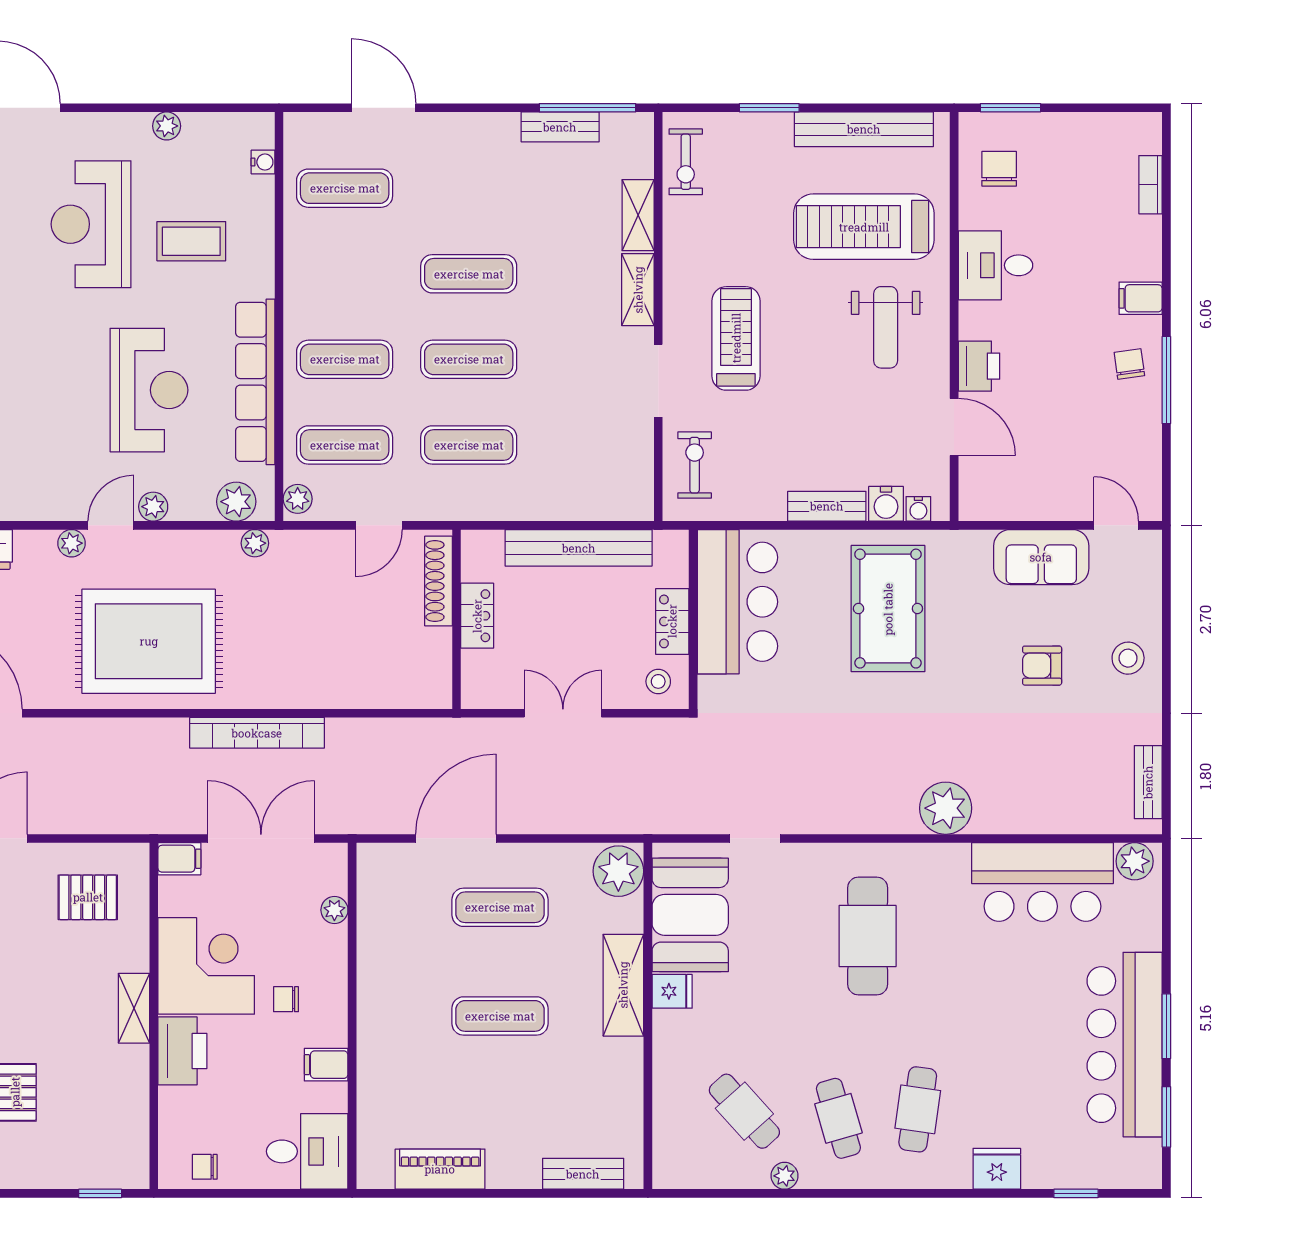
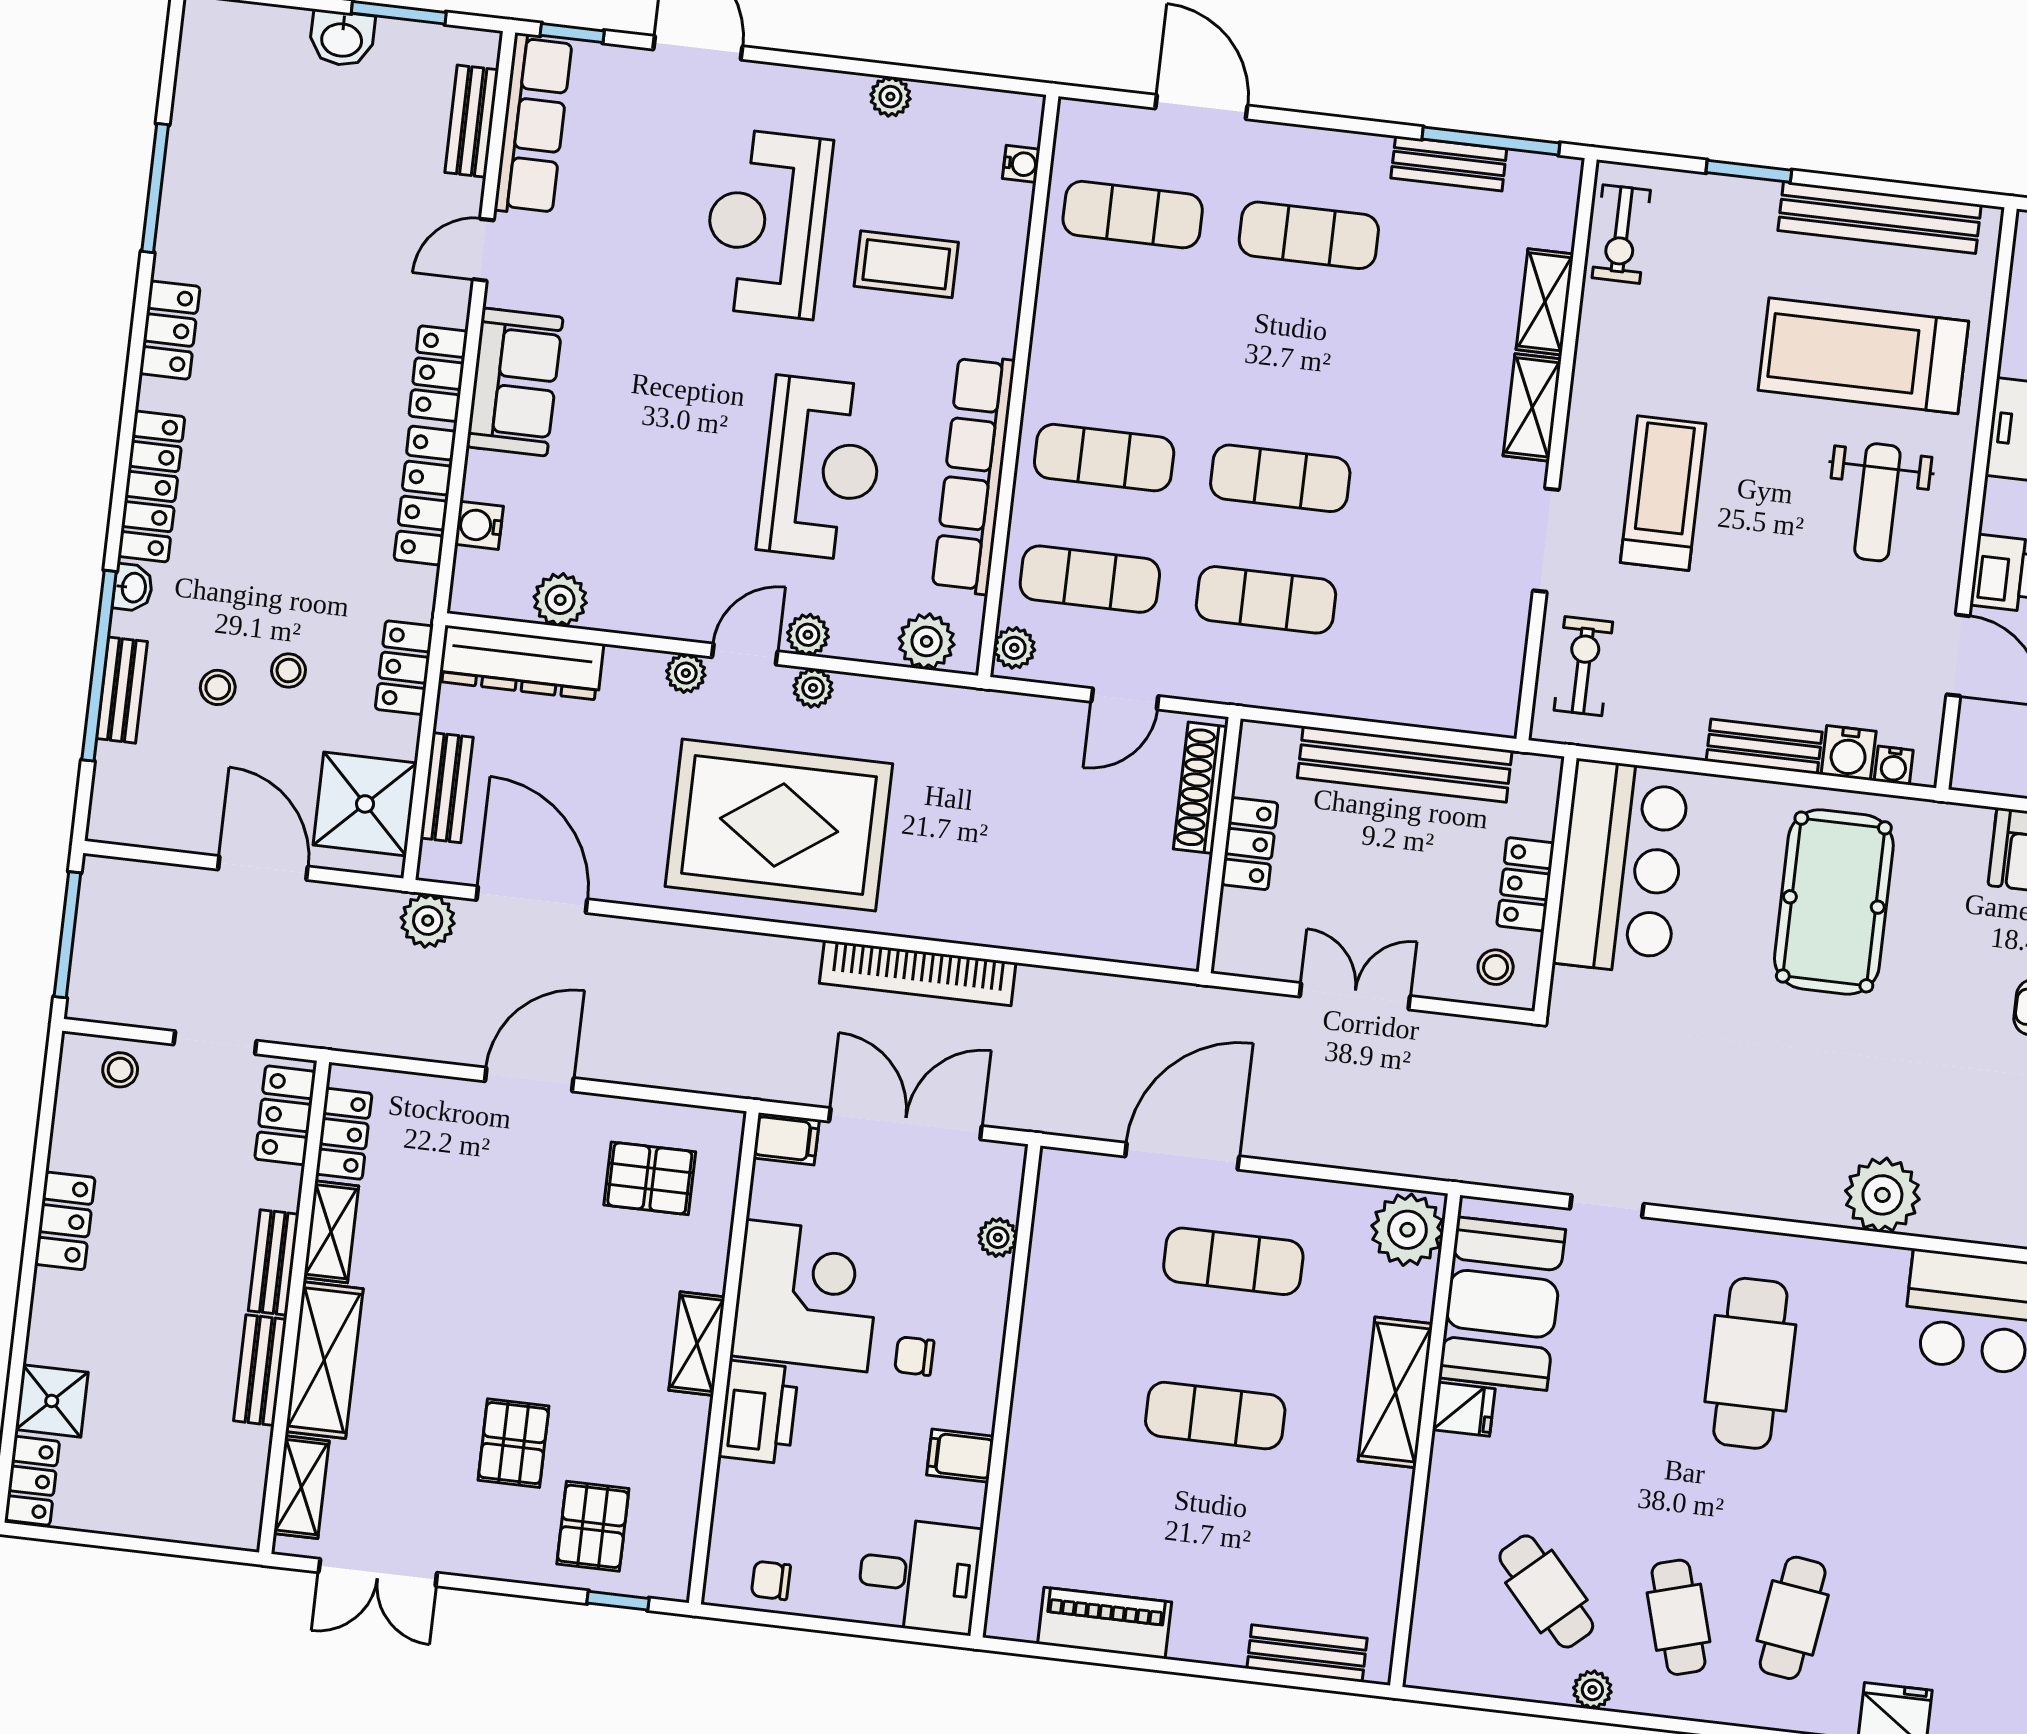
exercise mat: (469, 274) -> (1309, 235), moved
plant: (255, 543) -> (813, 688), moved
pallet: (77, 1144) -> (593, 1526), added

